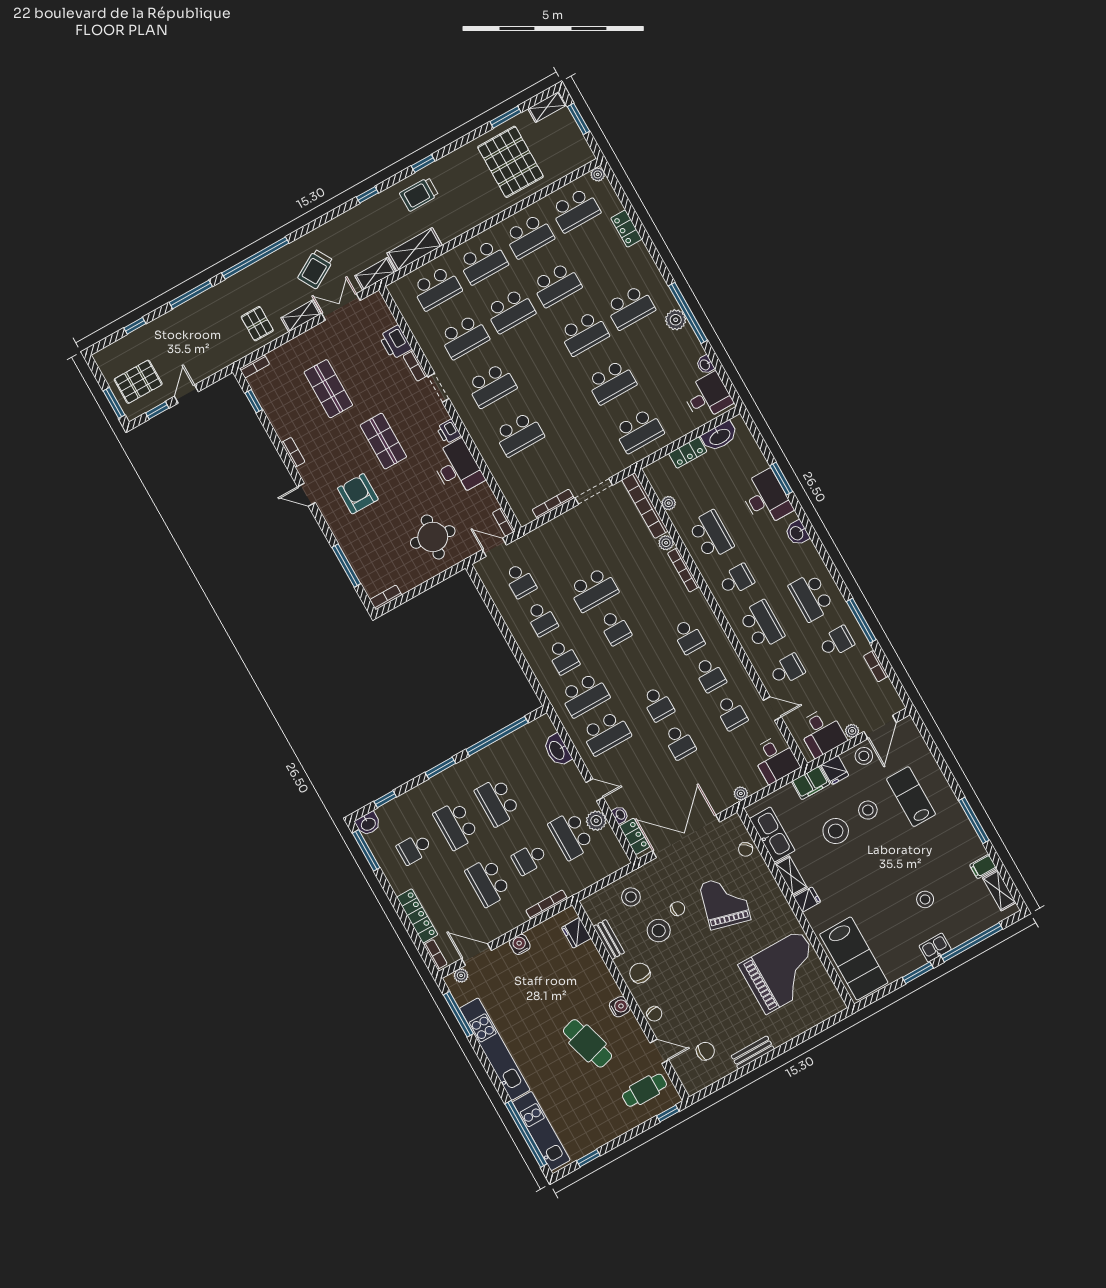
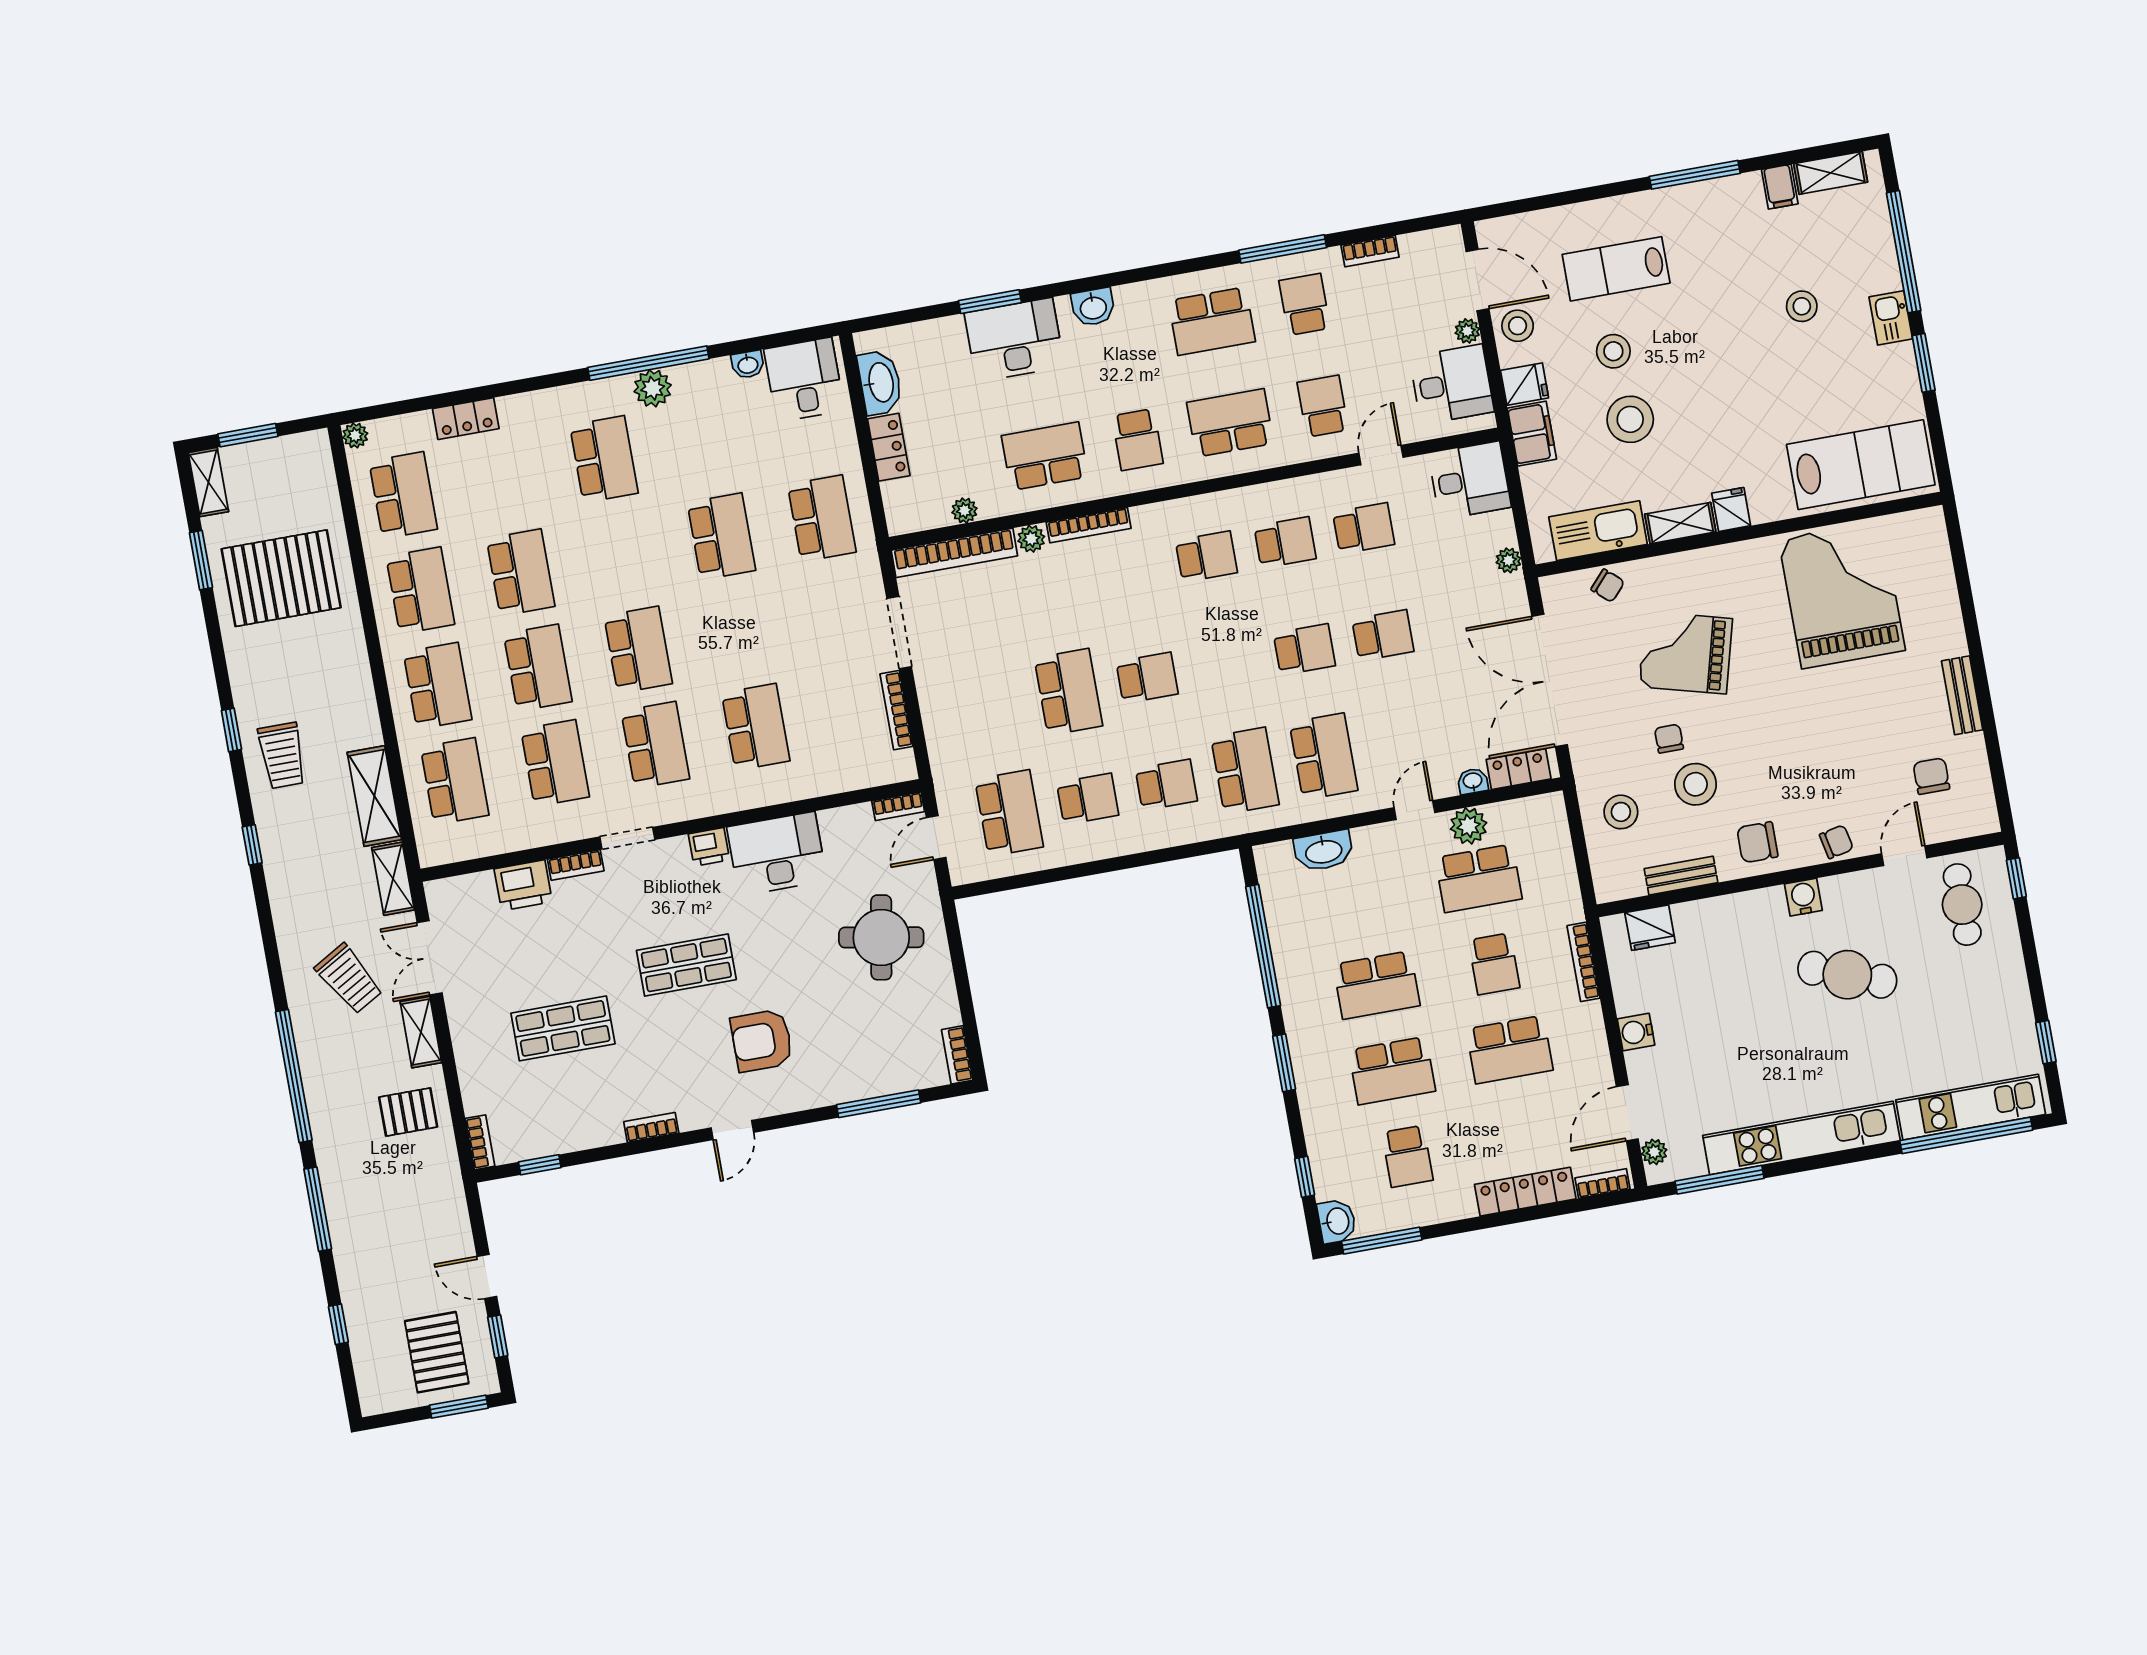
school desk: (584, 333) -> (638, 650), moved
school desk: (736, 580) -> (1138, 440), turned 180
school desk: (520, 581) -> (1009, 813), width x1.85
cafe table: (588, 1043) -> (1847, 975), turned 37

